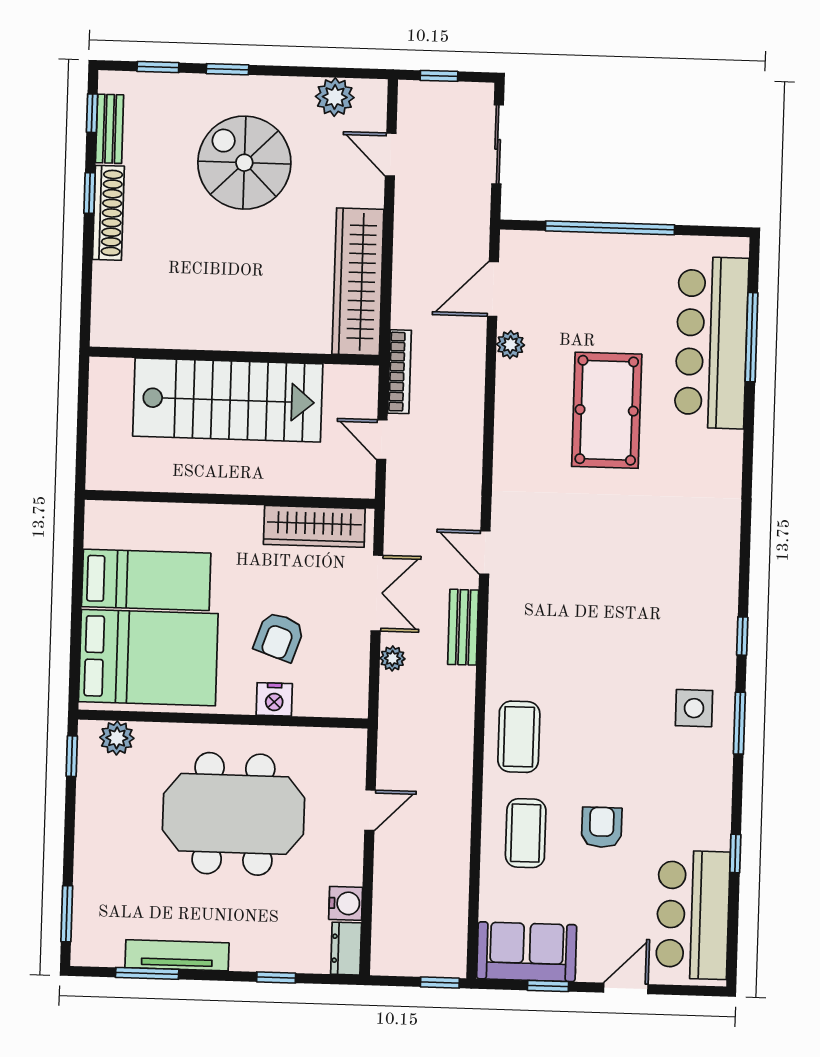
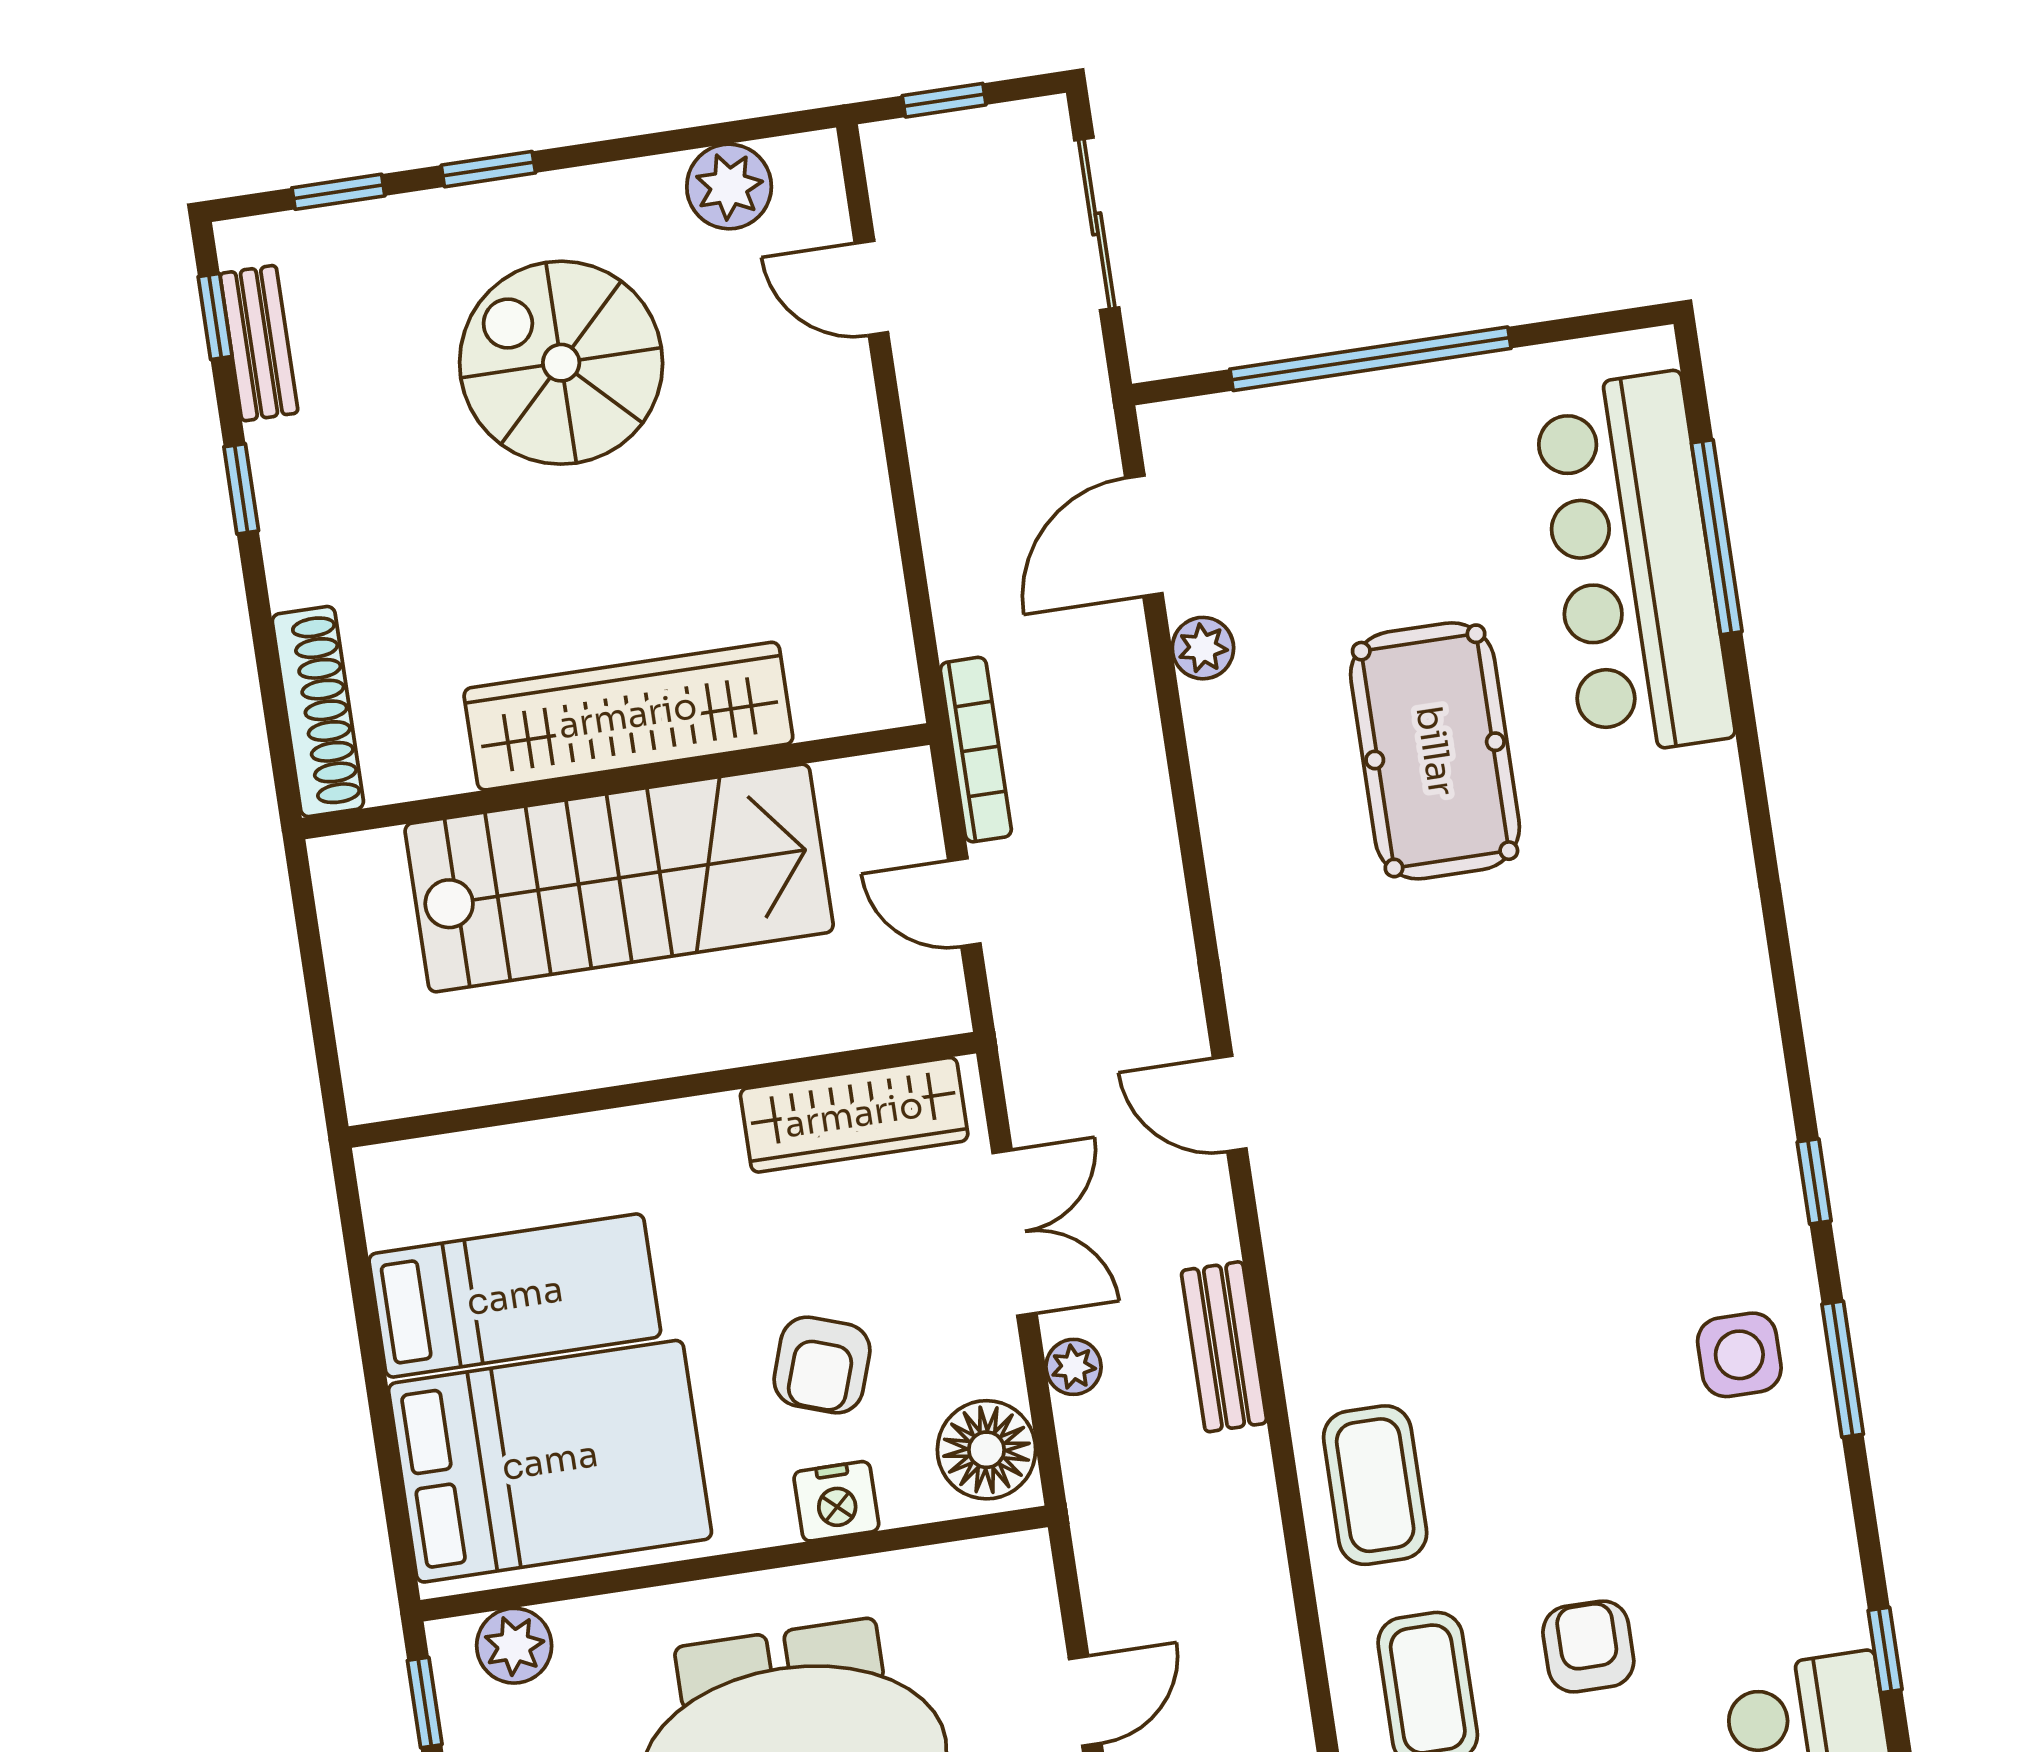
shoe rack: (108, 213) -> (318, 712), moved
wardrobe: (358, 282) -> (628, 716), moved, turned 90
bench: (463, 627) -> (1224, 1347), moved
floor lamp: (346, 689) -> (987, 1450), added

